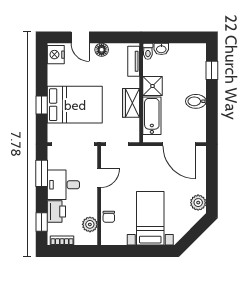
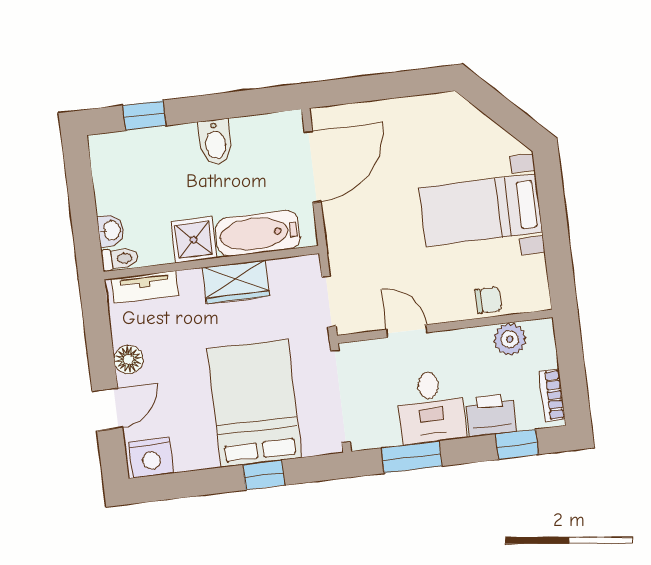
plant: (198, 203) -> (434, 110), removed

